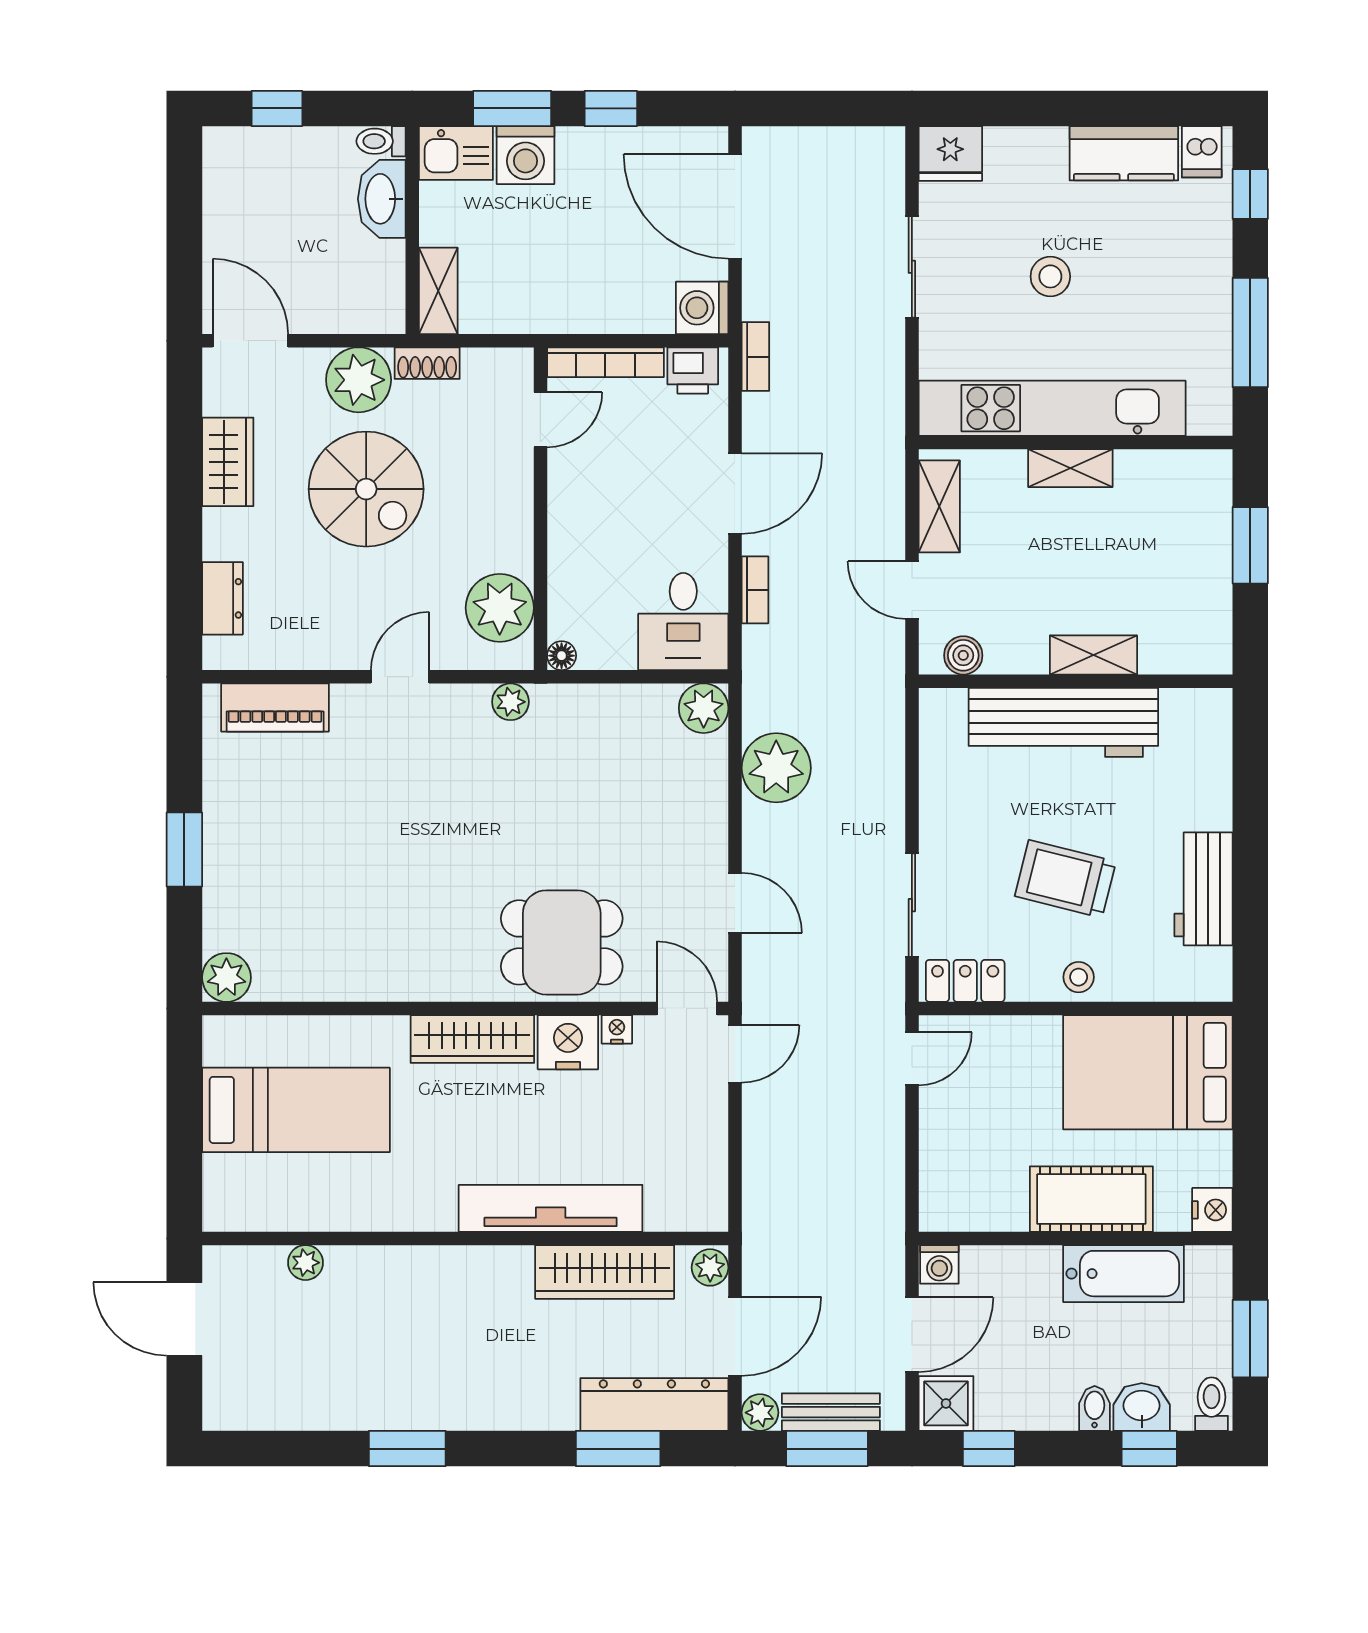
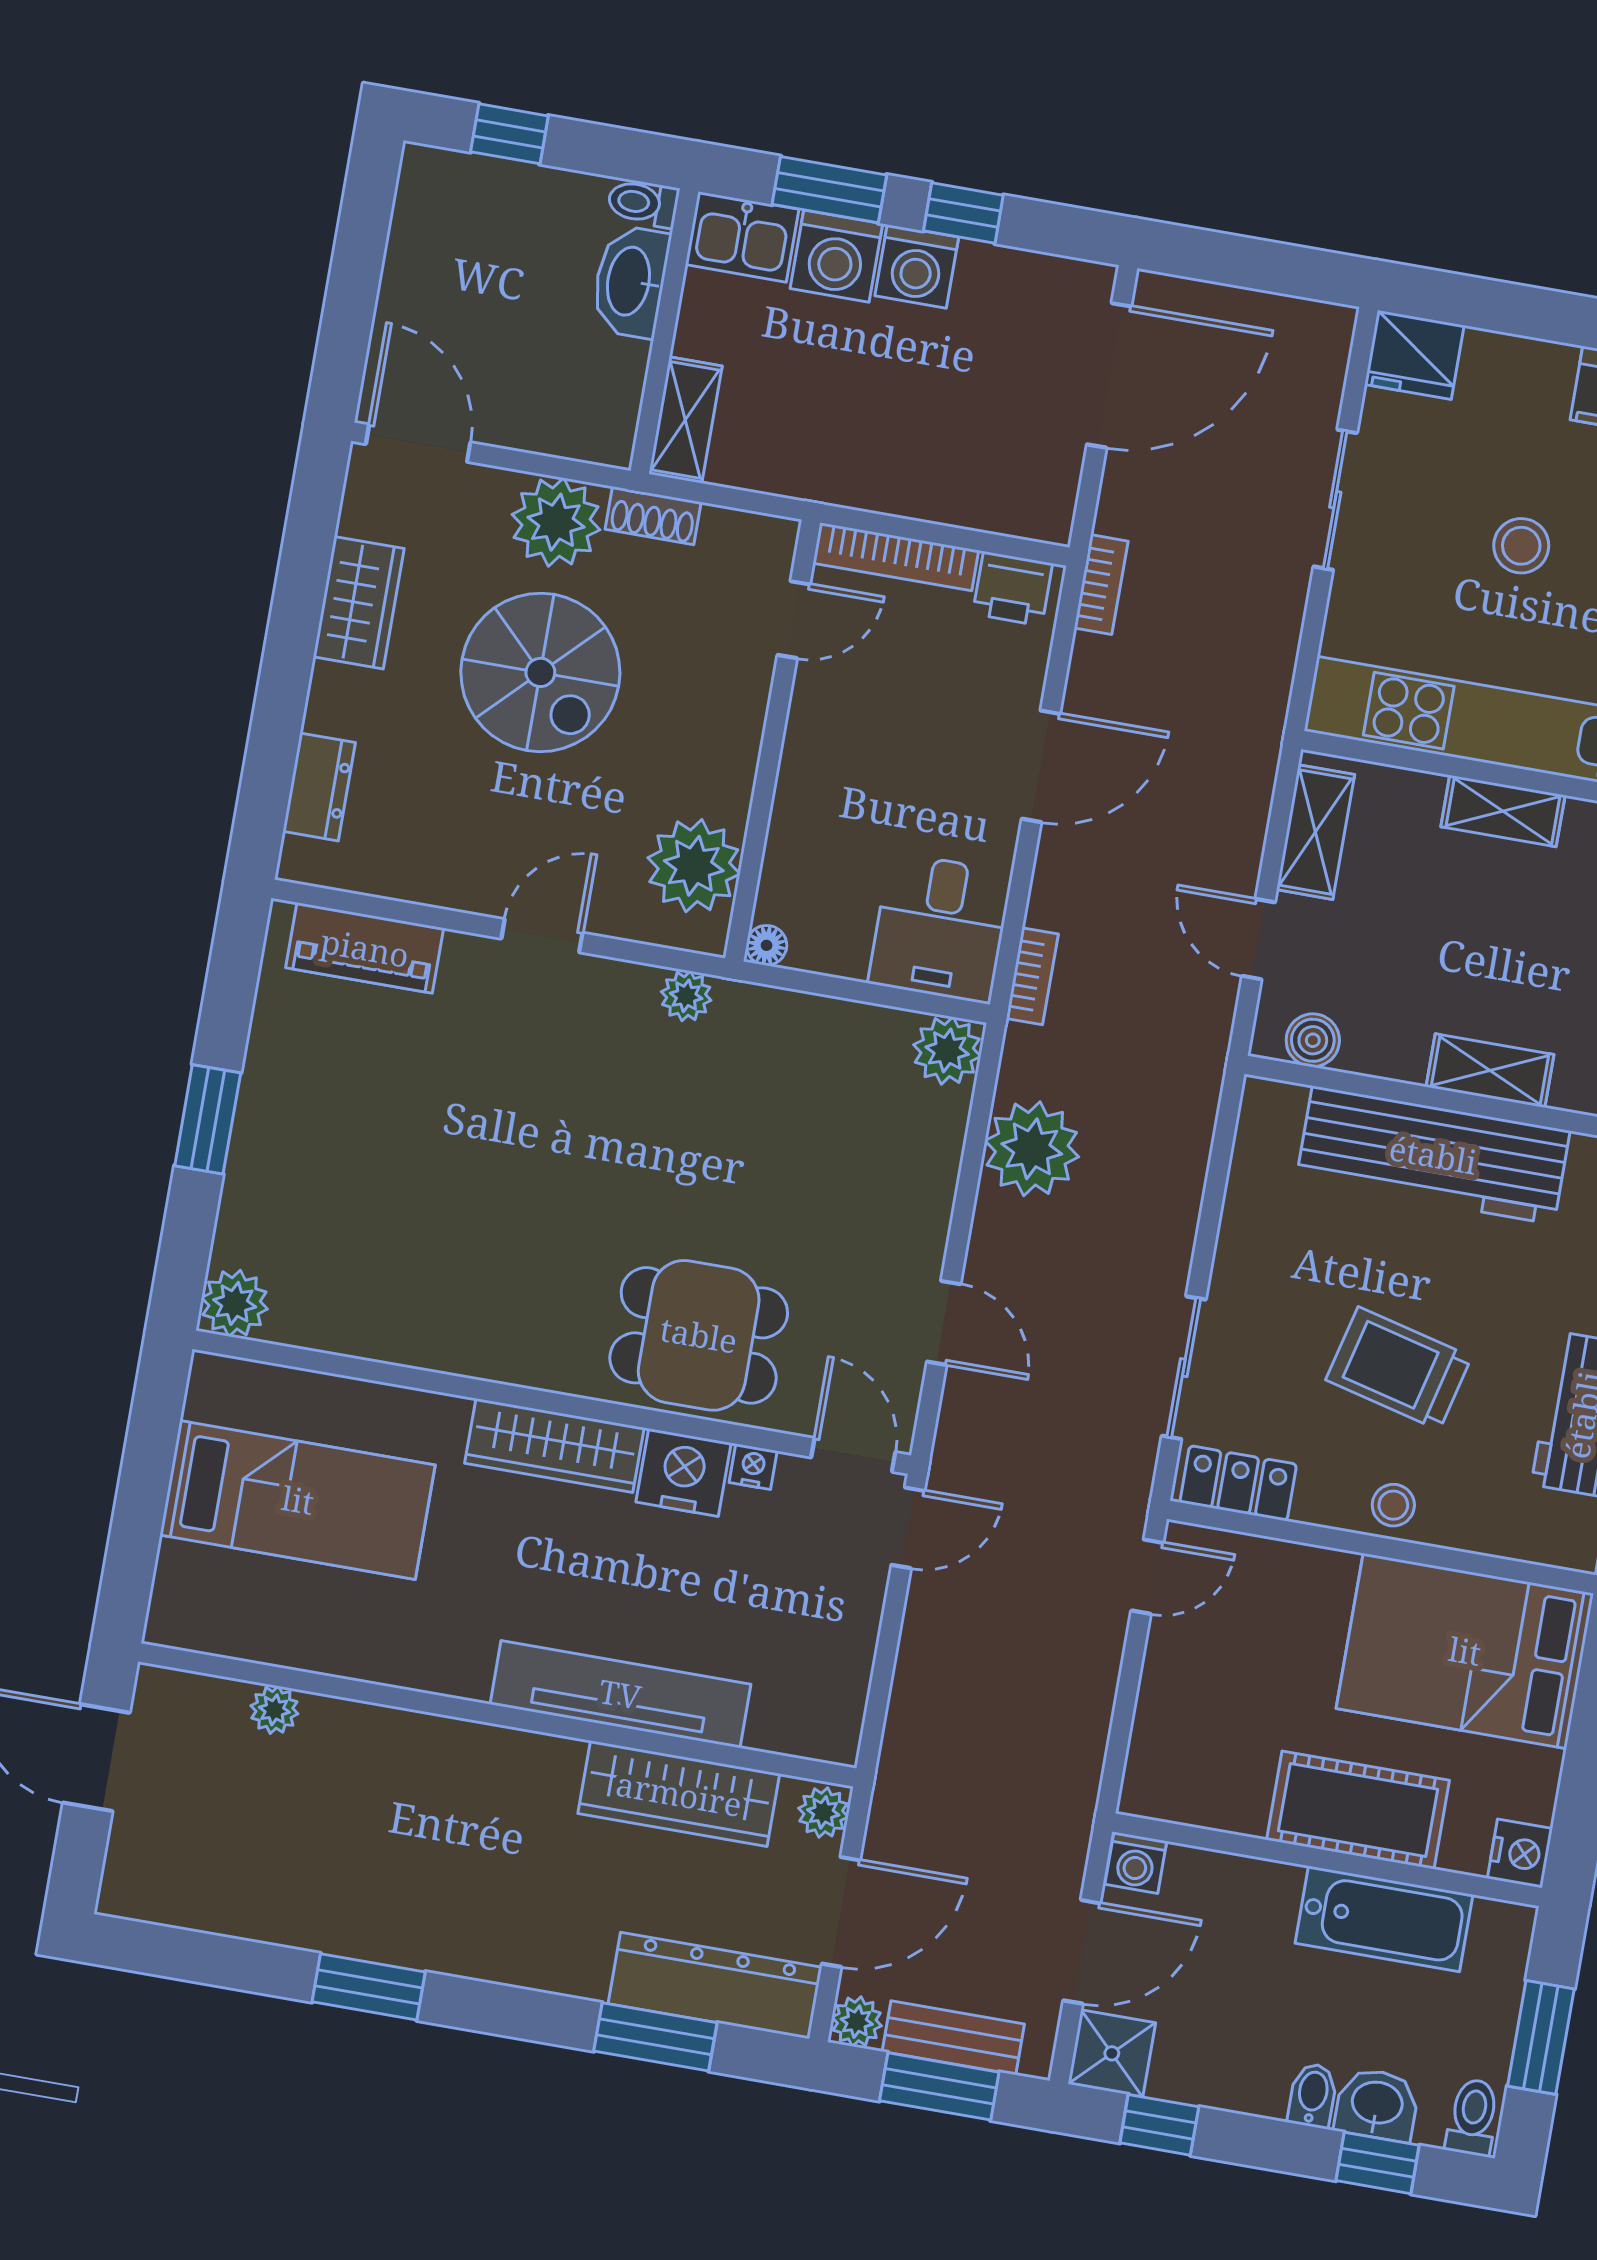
door: (735, 206) -> (1109, 375), swing flipped
washing machine: (702, 308) -> (917, 266), moved, turned -90
bookcase: (755, 590) -> (1032, 976), moved

